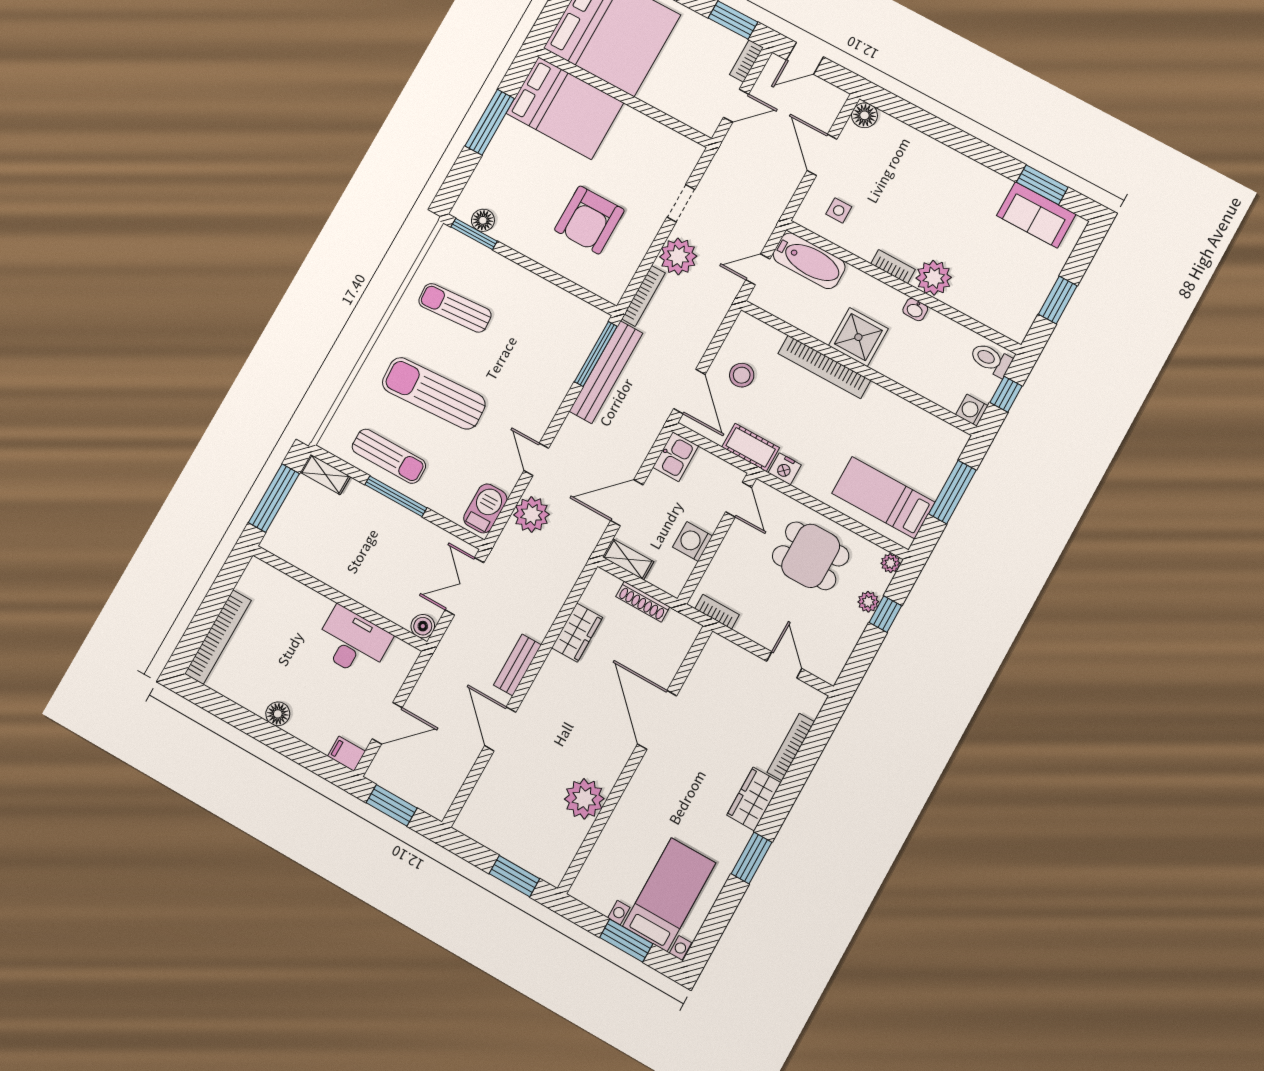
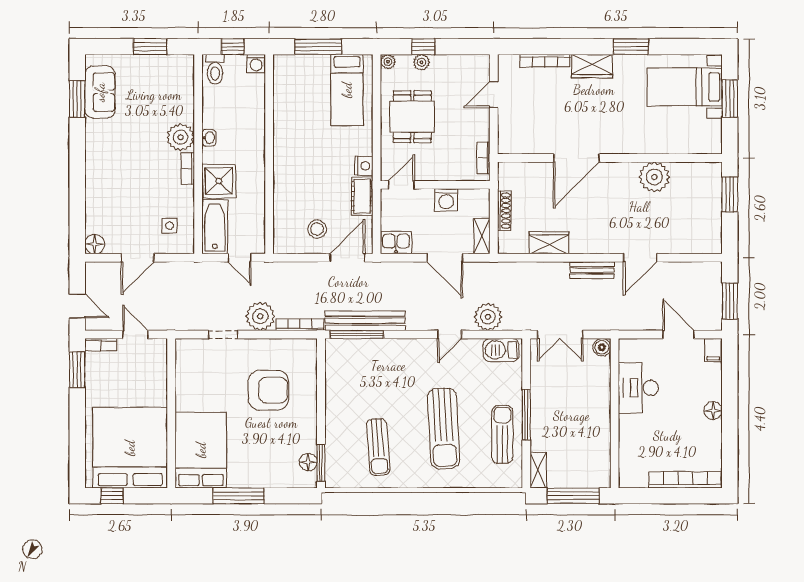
shower: (858, 337) -> (219, 181), moved
bookcase: (824, 367) -> (281, 177), removed

